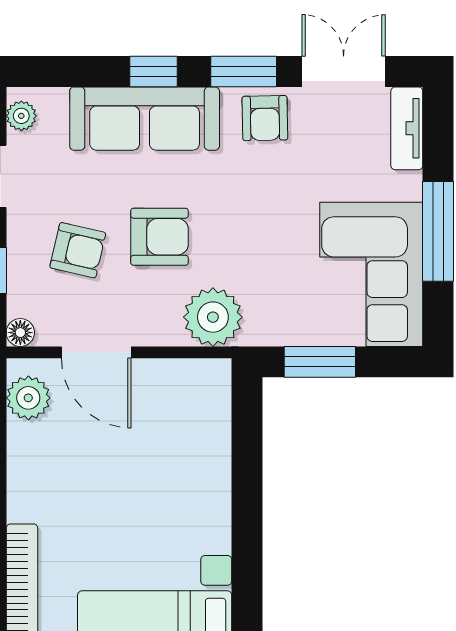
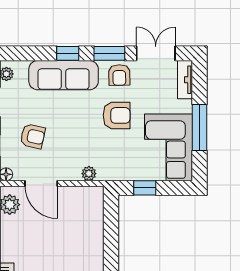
armchair: (159, 237) -> (117, 115), moved
plant: (213, 317) -> (89, 174), width x0.53, depth x0.53
window: (320, 362) -> (145, 188), width x0.67

